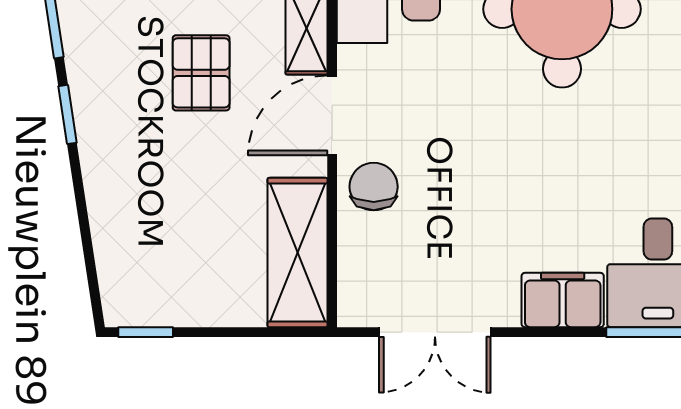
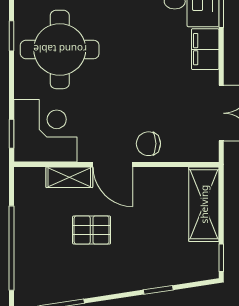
window: (67, 114) -> (158, 290), moved
shelving: (297, 252) -> (204, 204), moved, turned 90

